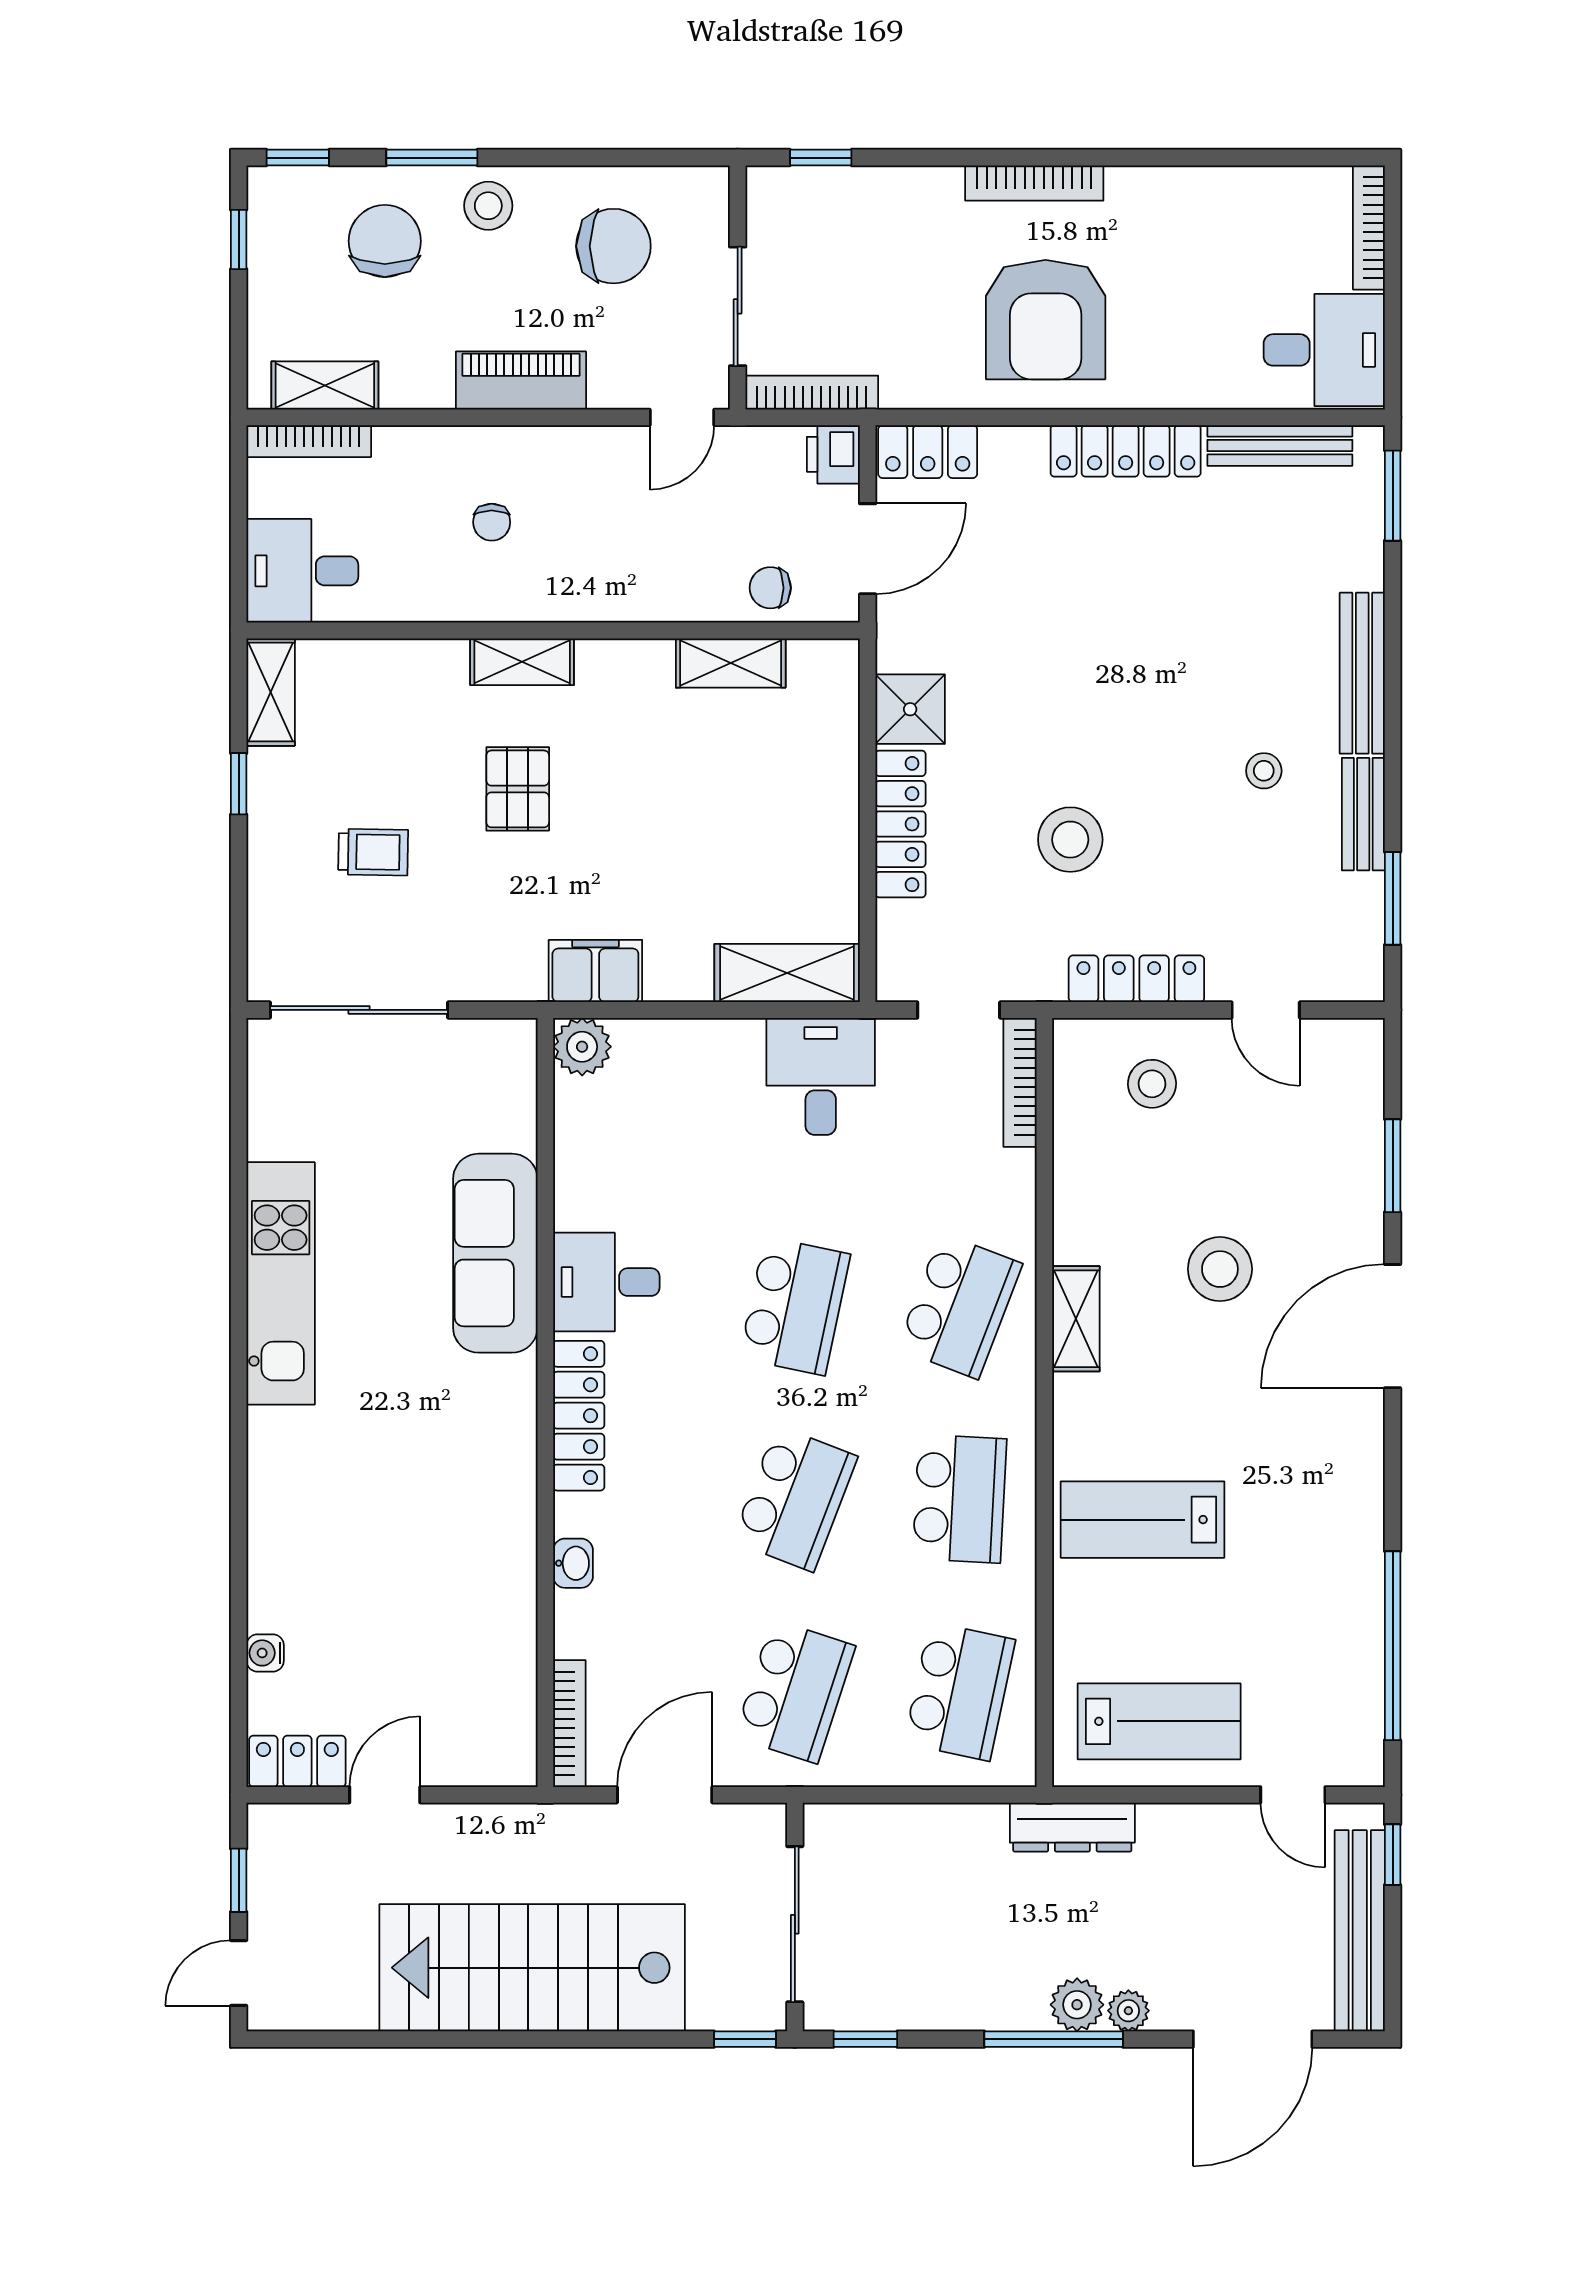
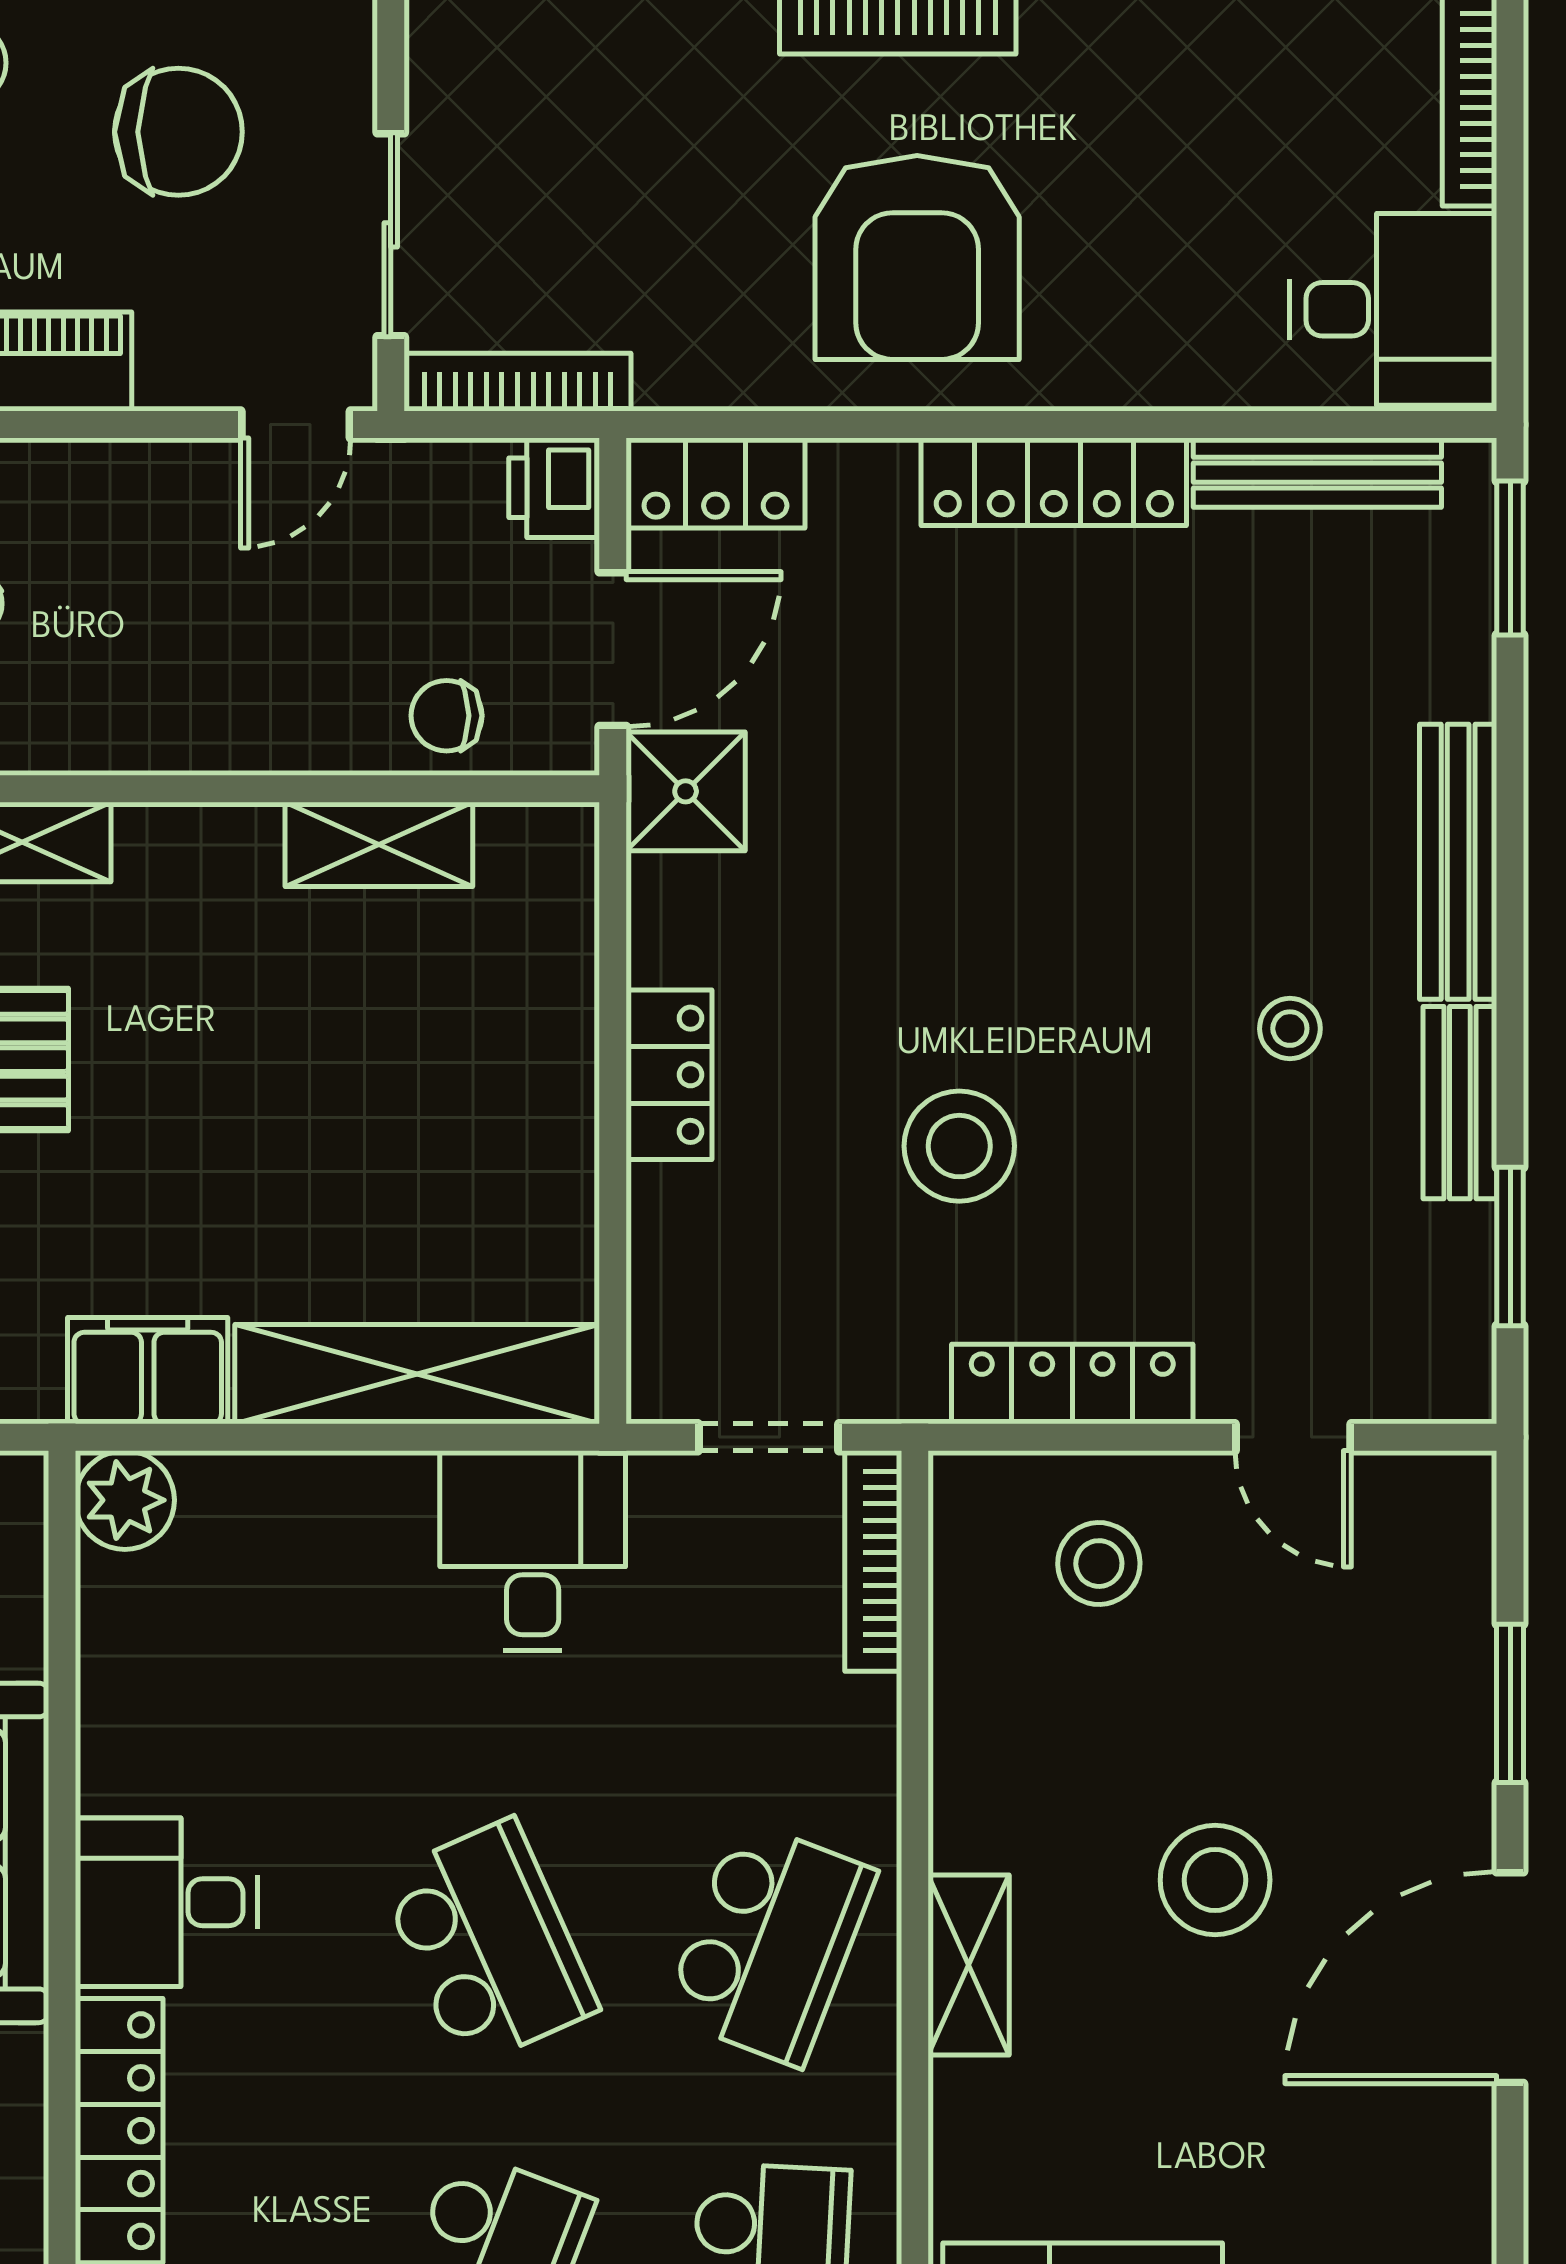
shower: (910, 709) -> (686, 791), moved
locker: (900, 824) -> (669, 1075), width x0.66
shelving: (787, 973) -> (417, 1374), width x1.47
school desk: (795, 1306) -> (488, 1943), turned -36

